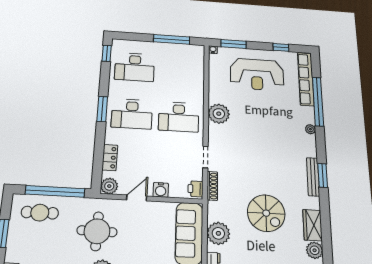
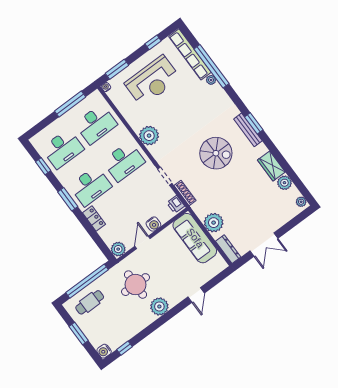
window: (107, 53) -> (43, 166), moved
desk: (180, 70) -> (96, 124), added
plant: (310, 129) -> (211, 80), moved
locker: (110, 158) -> (94, 219), moved
spiral stairs: (266, 213) -> (216, 153), moved

